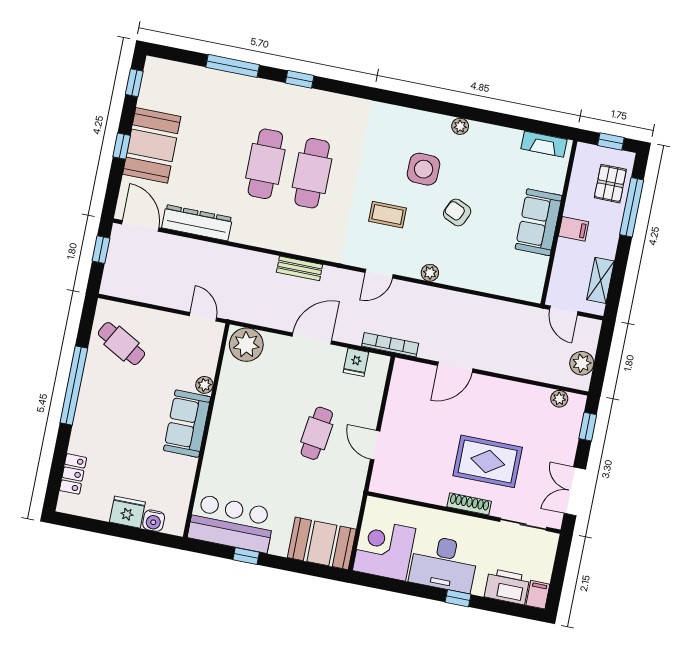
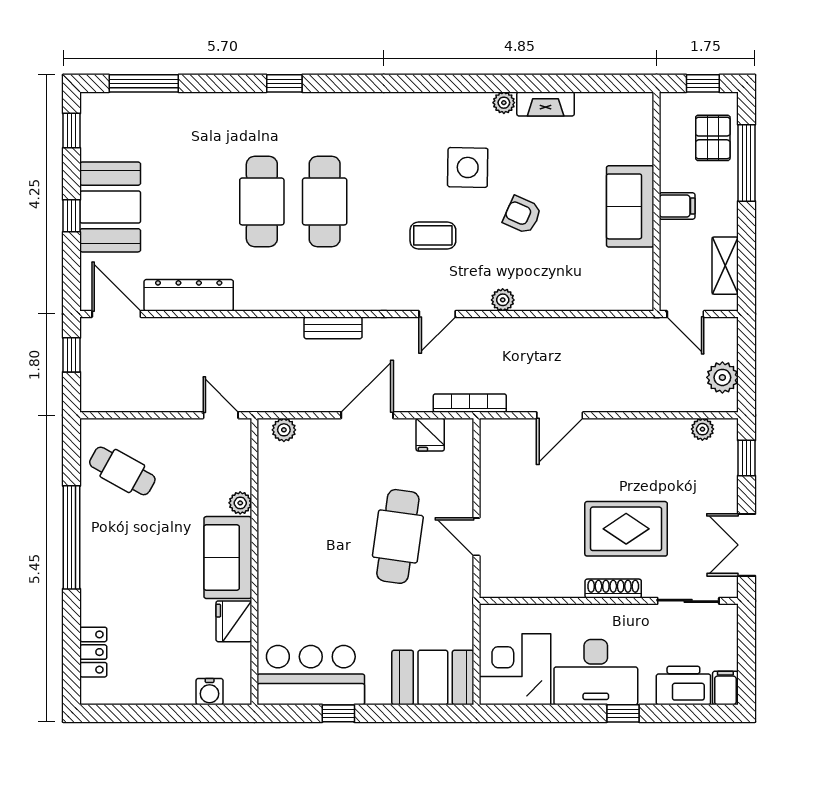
window: (233, 66) -> (144, 83), moved
fireplace: (544, 144) -> (546, 104), moved
plant: (246, 345) -> (284, 430), width x0.53, depth x0.53
cafe table: (317, 433) -> (398, 536), width x1.37, depth x1.35
fridge: (127, 512) -> (234, 621), moved, turned -90

